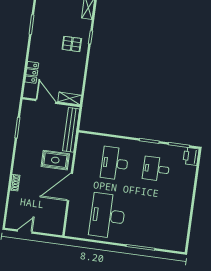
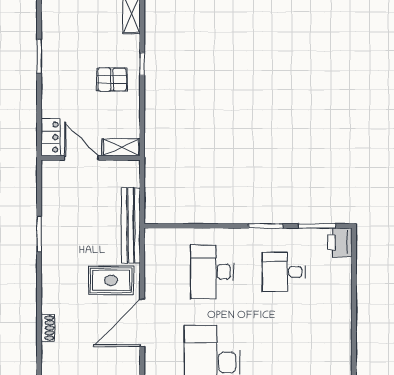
shelving: (70, 98) -> (121, 147), moved
door: (46, 101) -> (81, 158), moved
wall: (51, 102) -> (91, 158), moved

